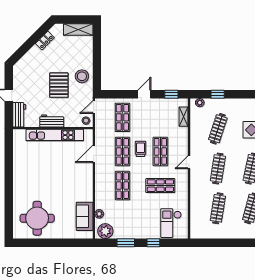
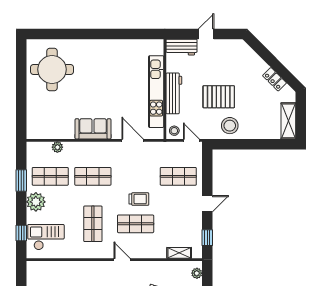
door: (144, 94) -> (207, 204), hinge flipped
workbench: (52, 121) -> (174, 93), width x1.38
shop shelf: (122, 151) -> (50, 176), moved
sofa: (85, 216) -> (93, 129), moved
plant: (105, 231) -> (36, 202), moved
window: (153, 243) -> (21, 233), moved

